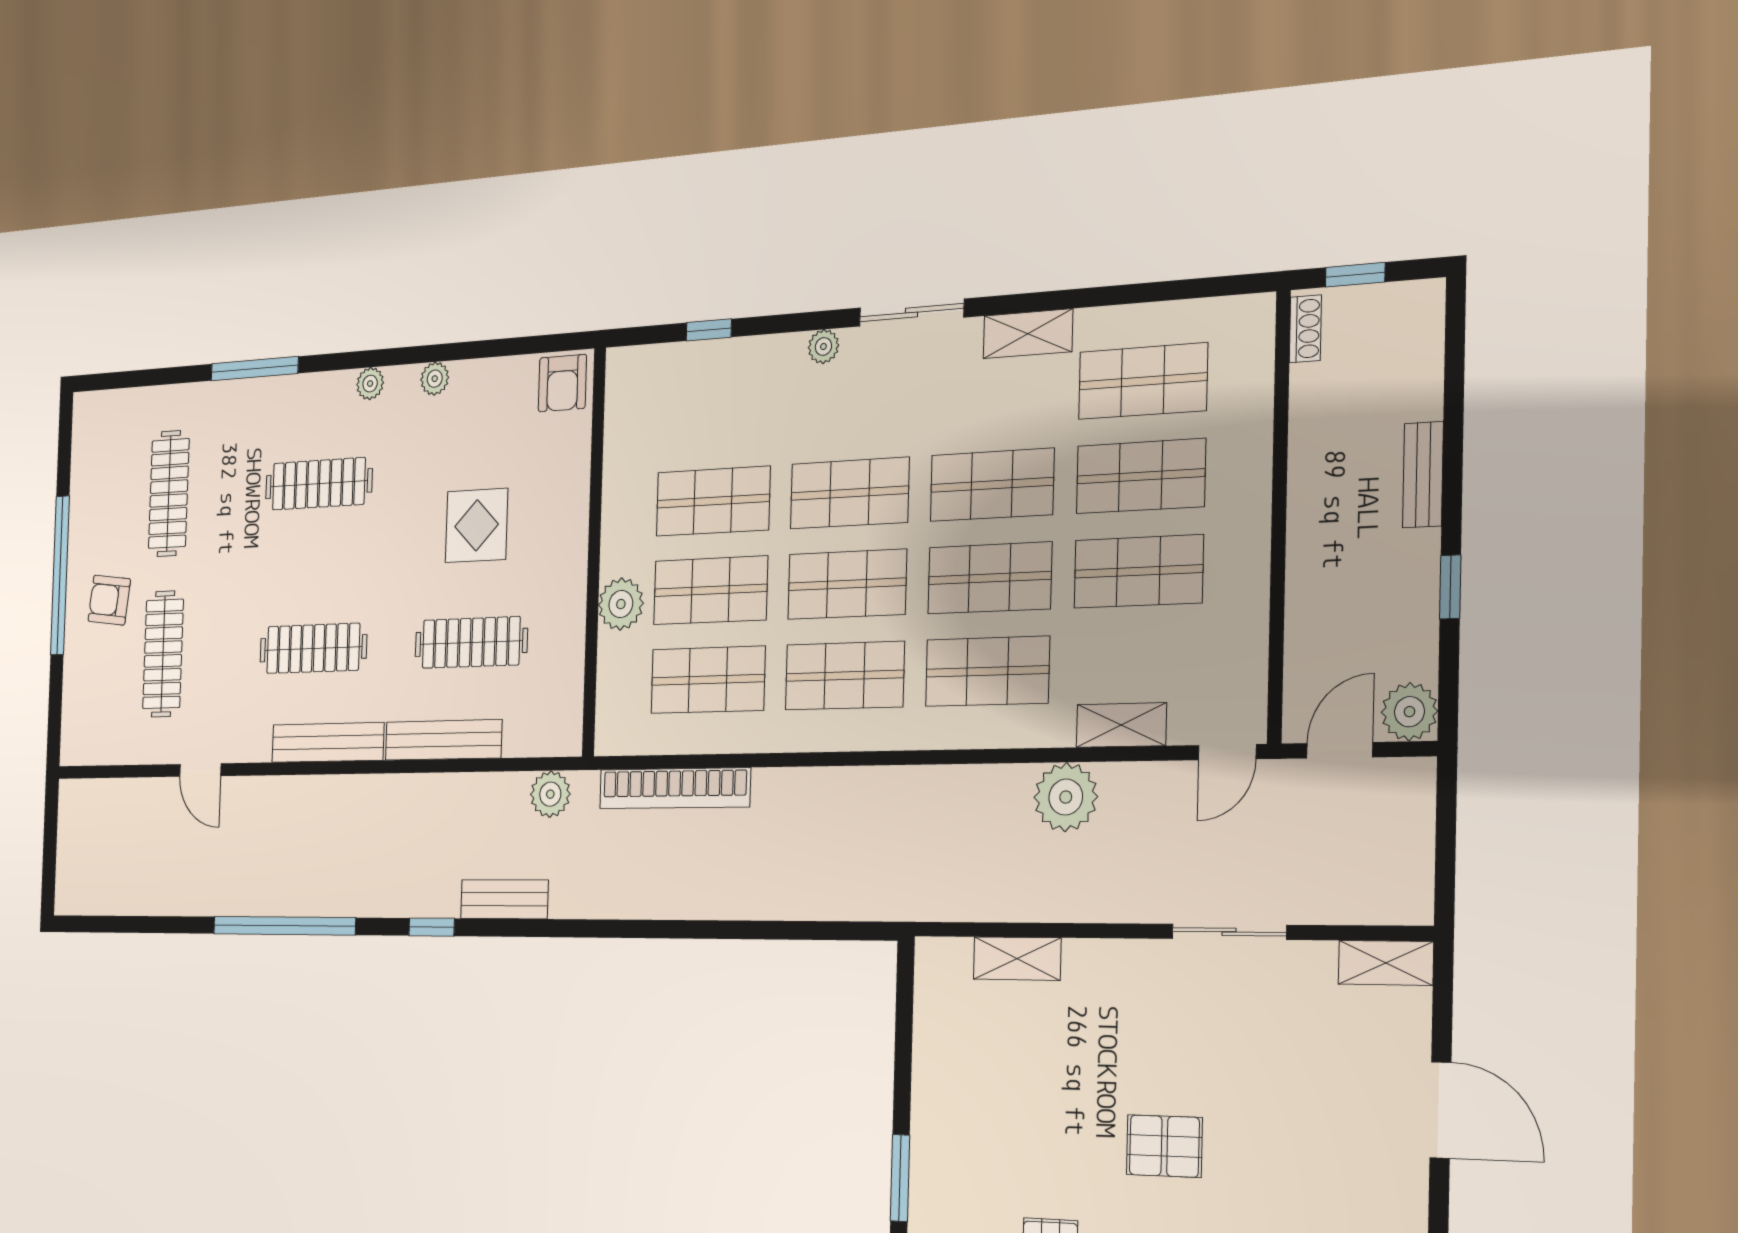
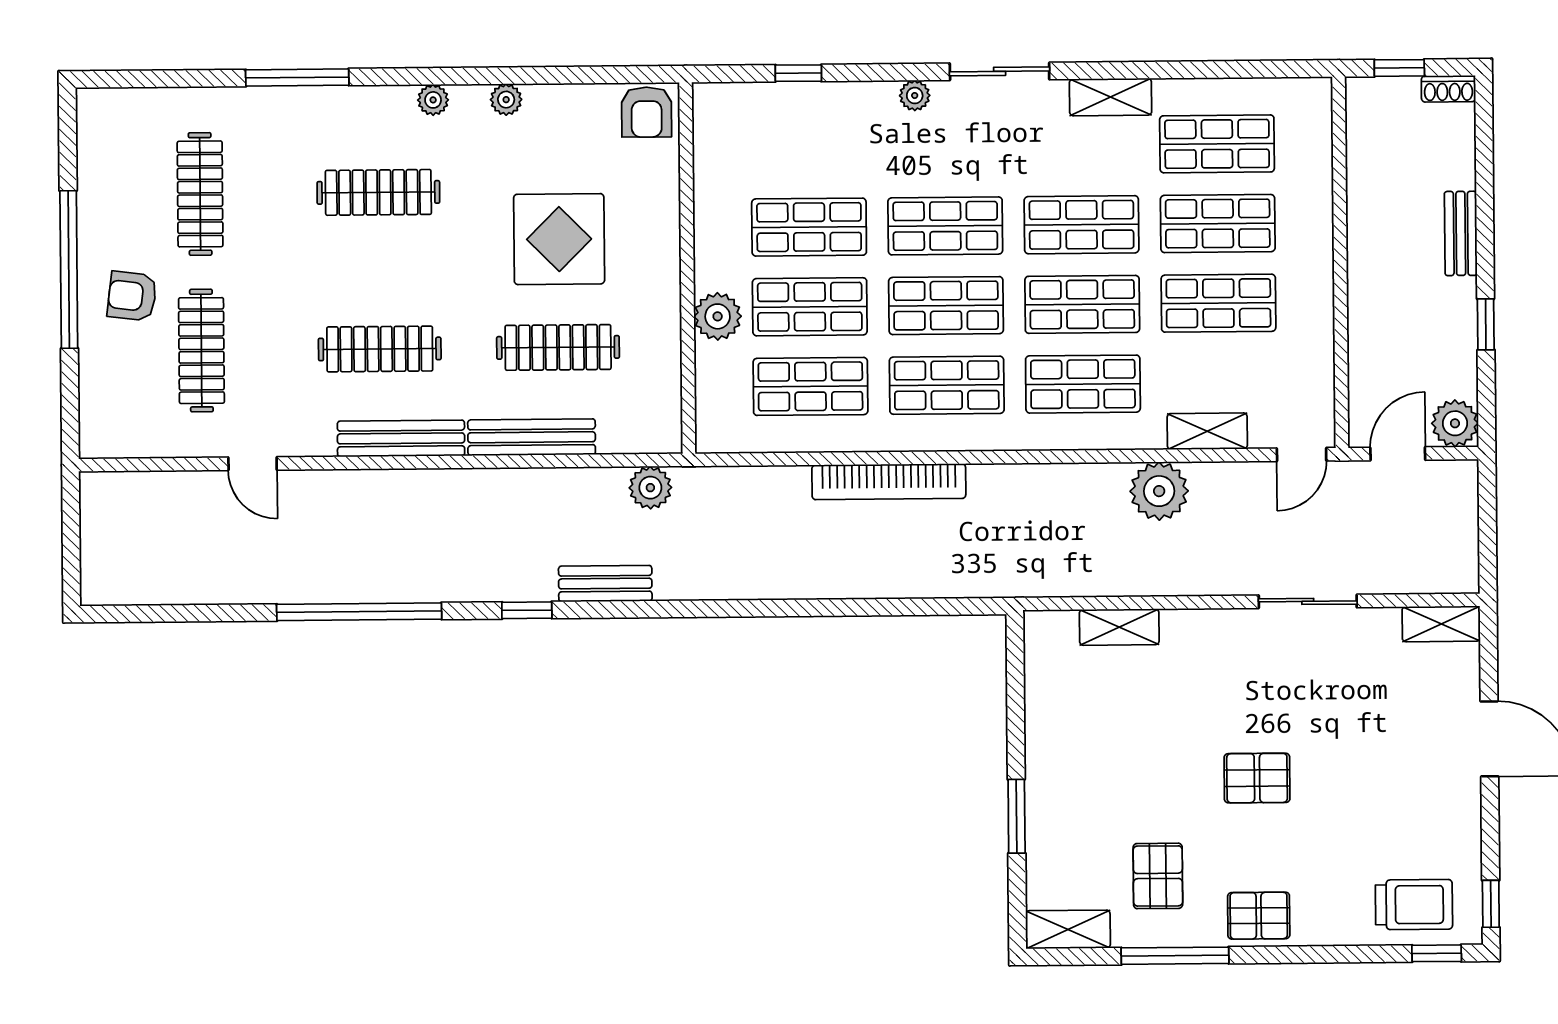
shoe rack: (1305, 329) -> (1448, 89), moved, turned 90
display table: (477, 525) -> (559, 239), width x1.36, depth x1.36
bookcase: (675, 788) -> (889, 482), moved

